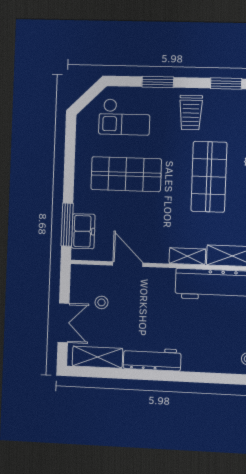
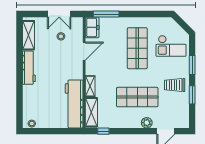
window: (226, 84) -> (192, 95), moved
checkout: (124, 117) -> (171, 46), turned -90
freezer: (83, 231) -> (92, 27), moved, turned -90
double door: (63, 323) -> (59, 14), moved

